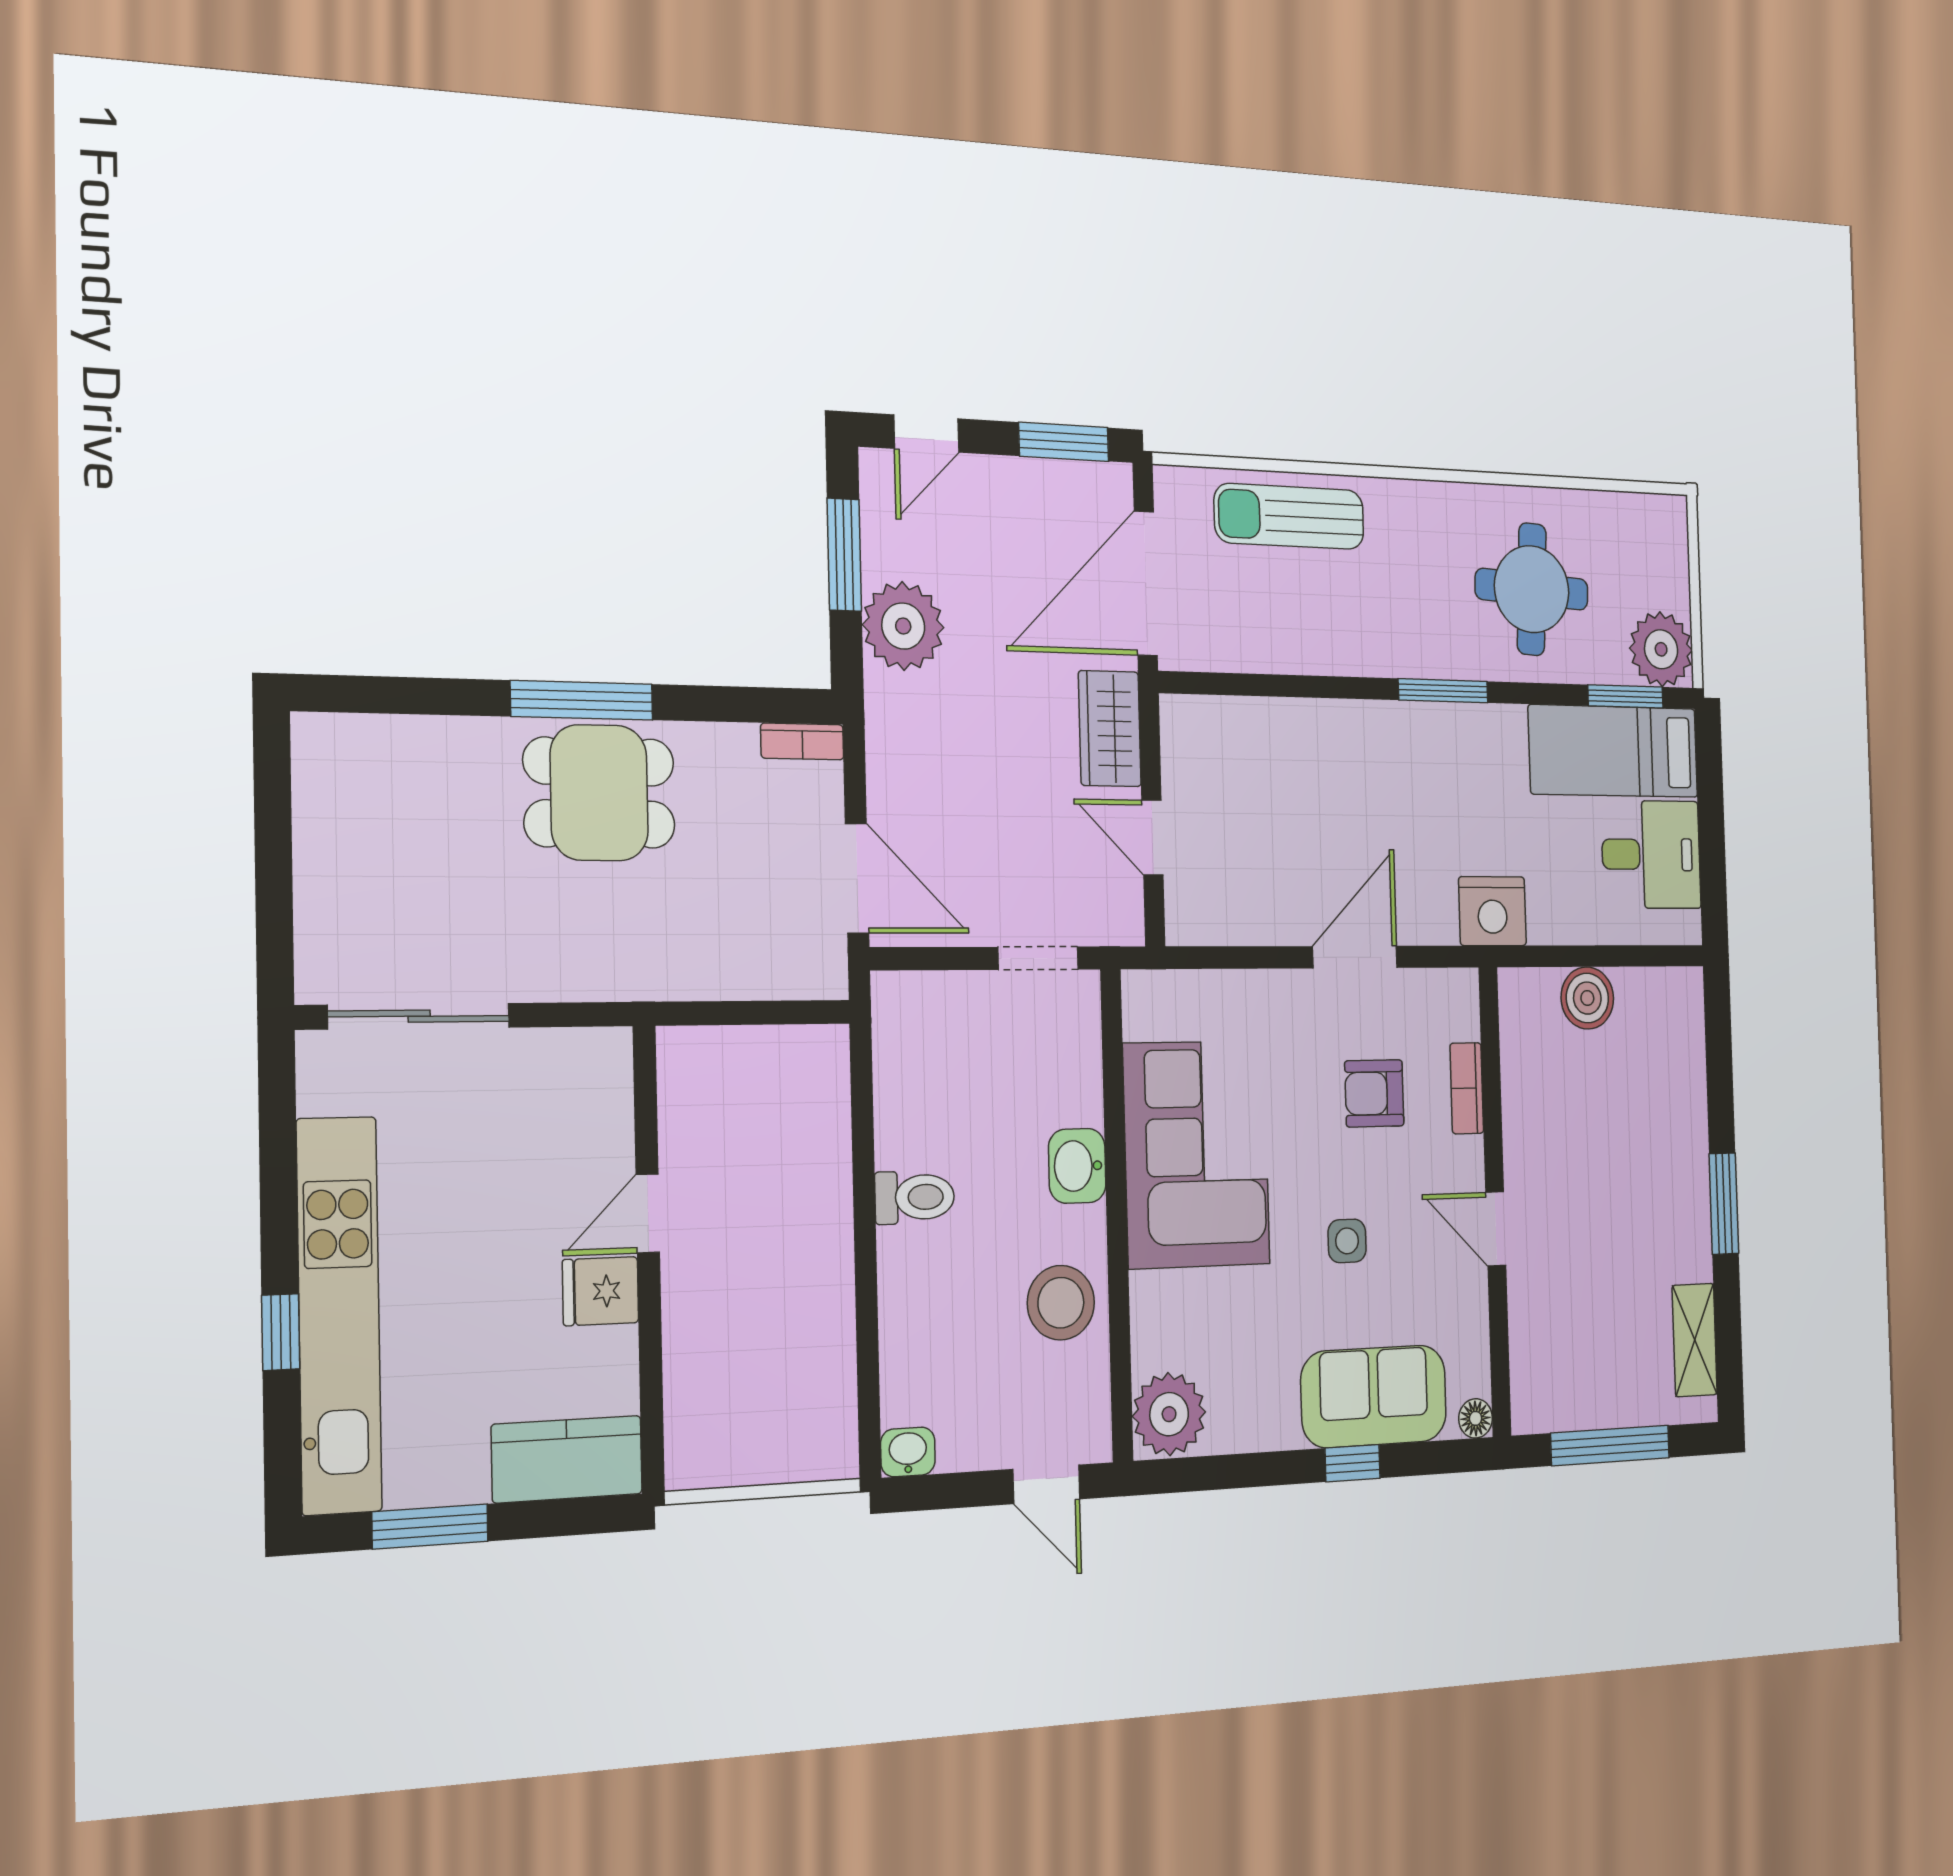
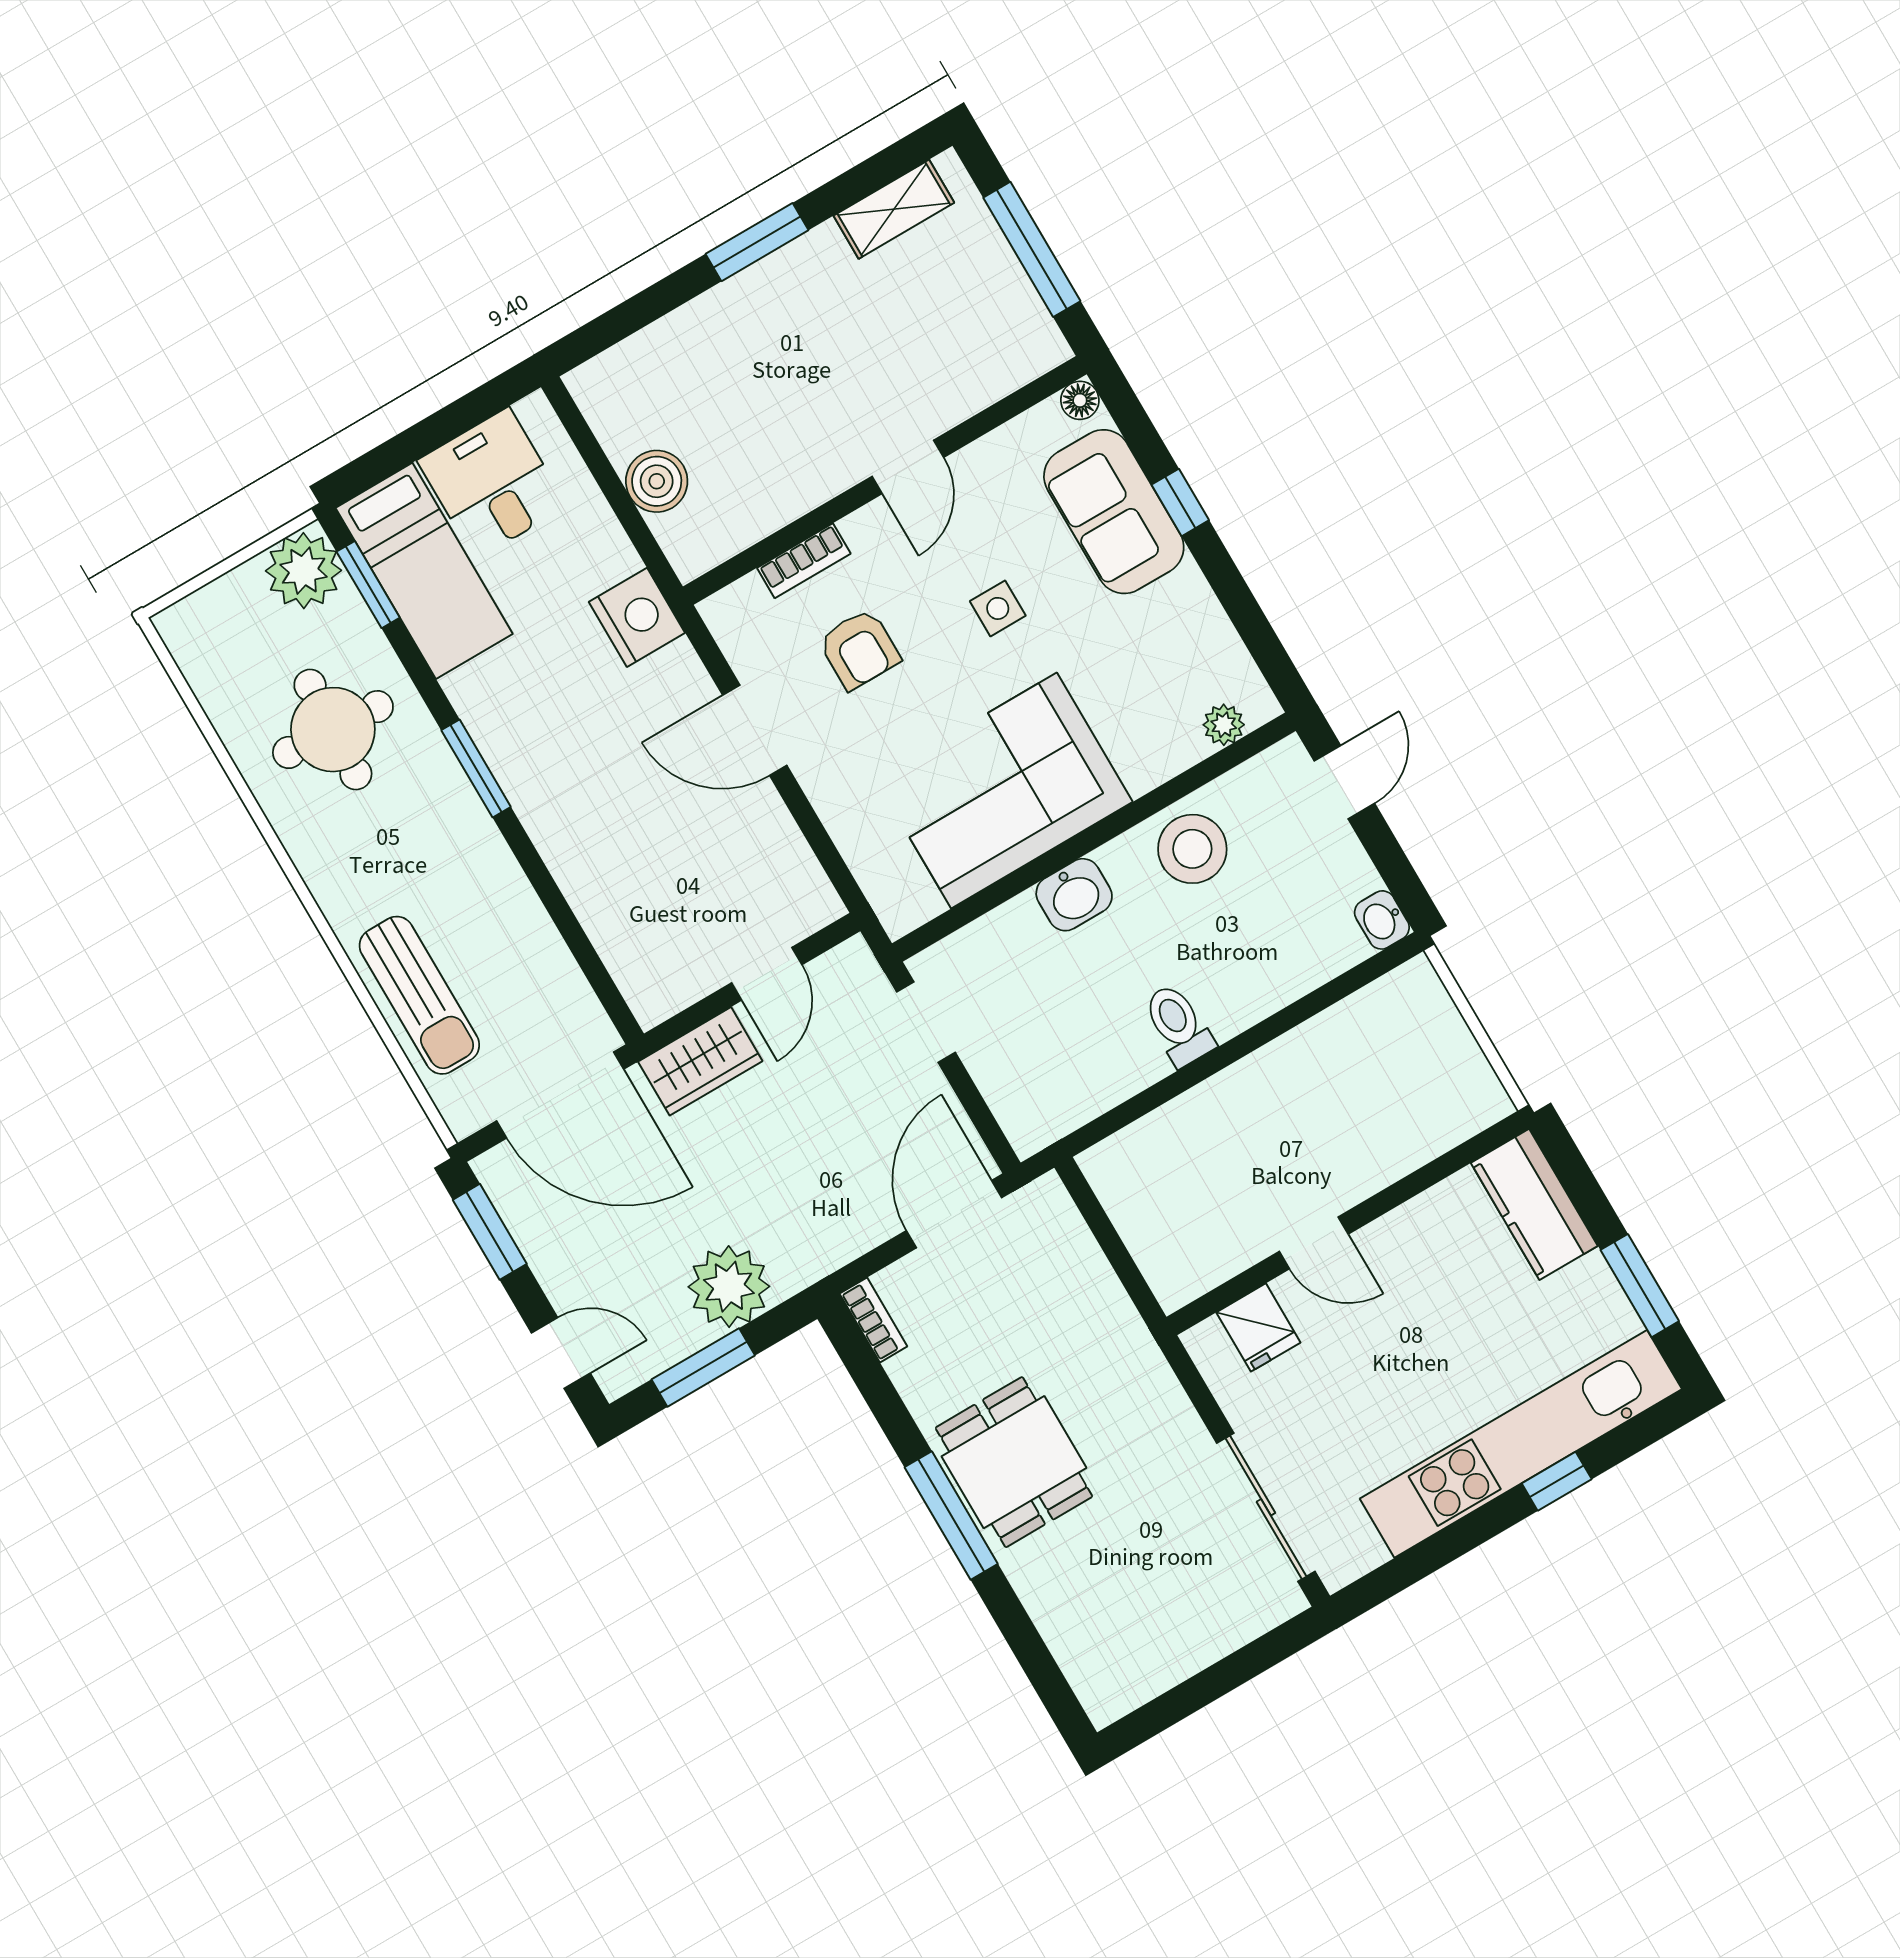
fridge: (601, 1291) -> (1258, 1327), moved
plant: (1169, 1414) -> (1224, 725), width x0.53, depth x0.53

